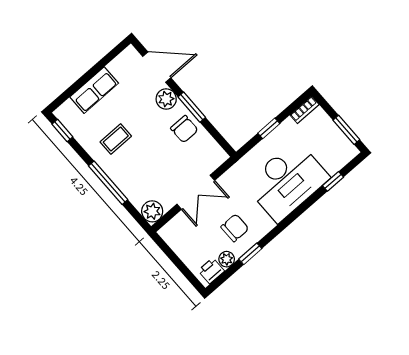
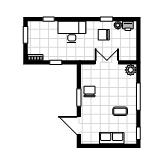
plant: (166, 99) -> (86, 110), removed
desk: (287, 181) -> (72, 32), width x0.73, depth x0.77

